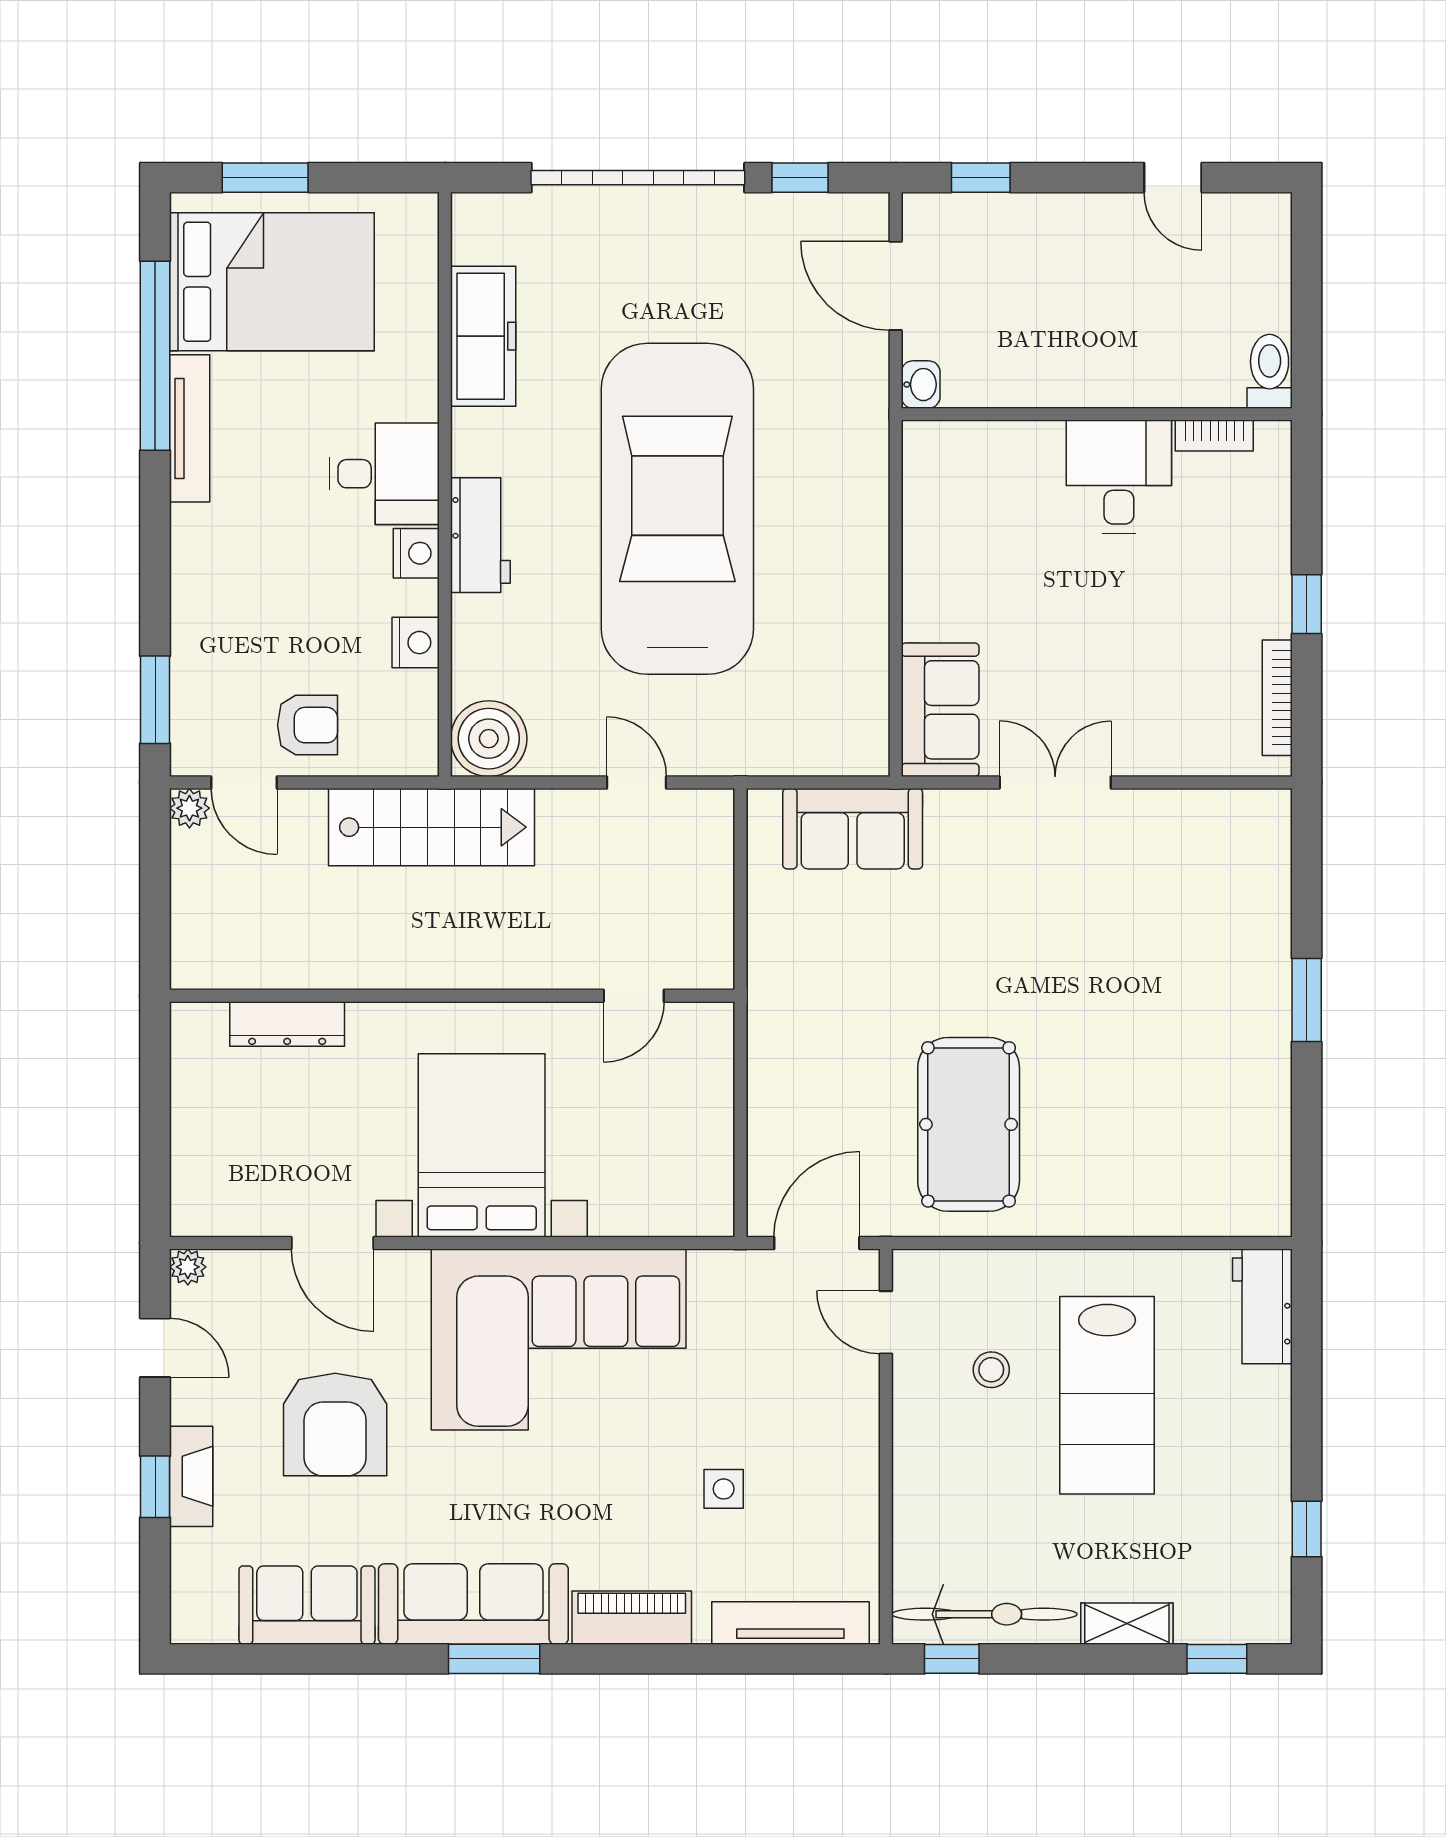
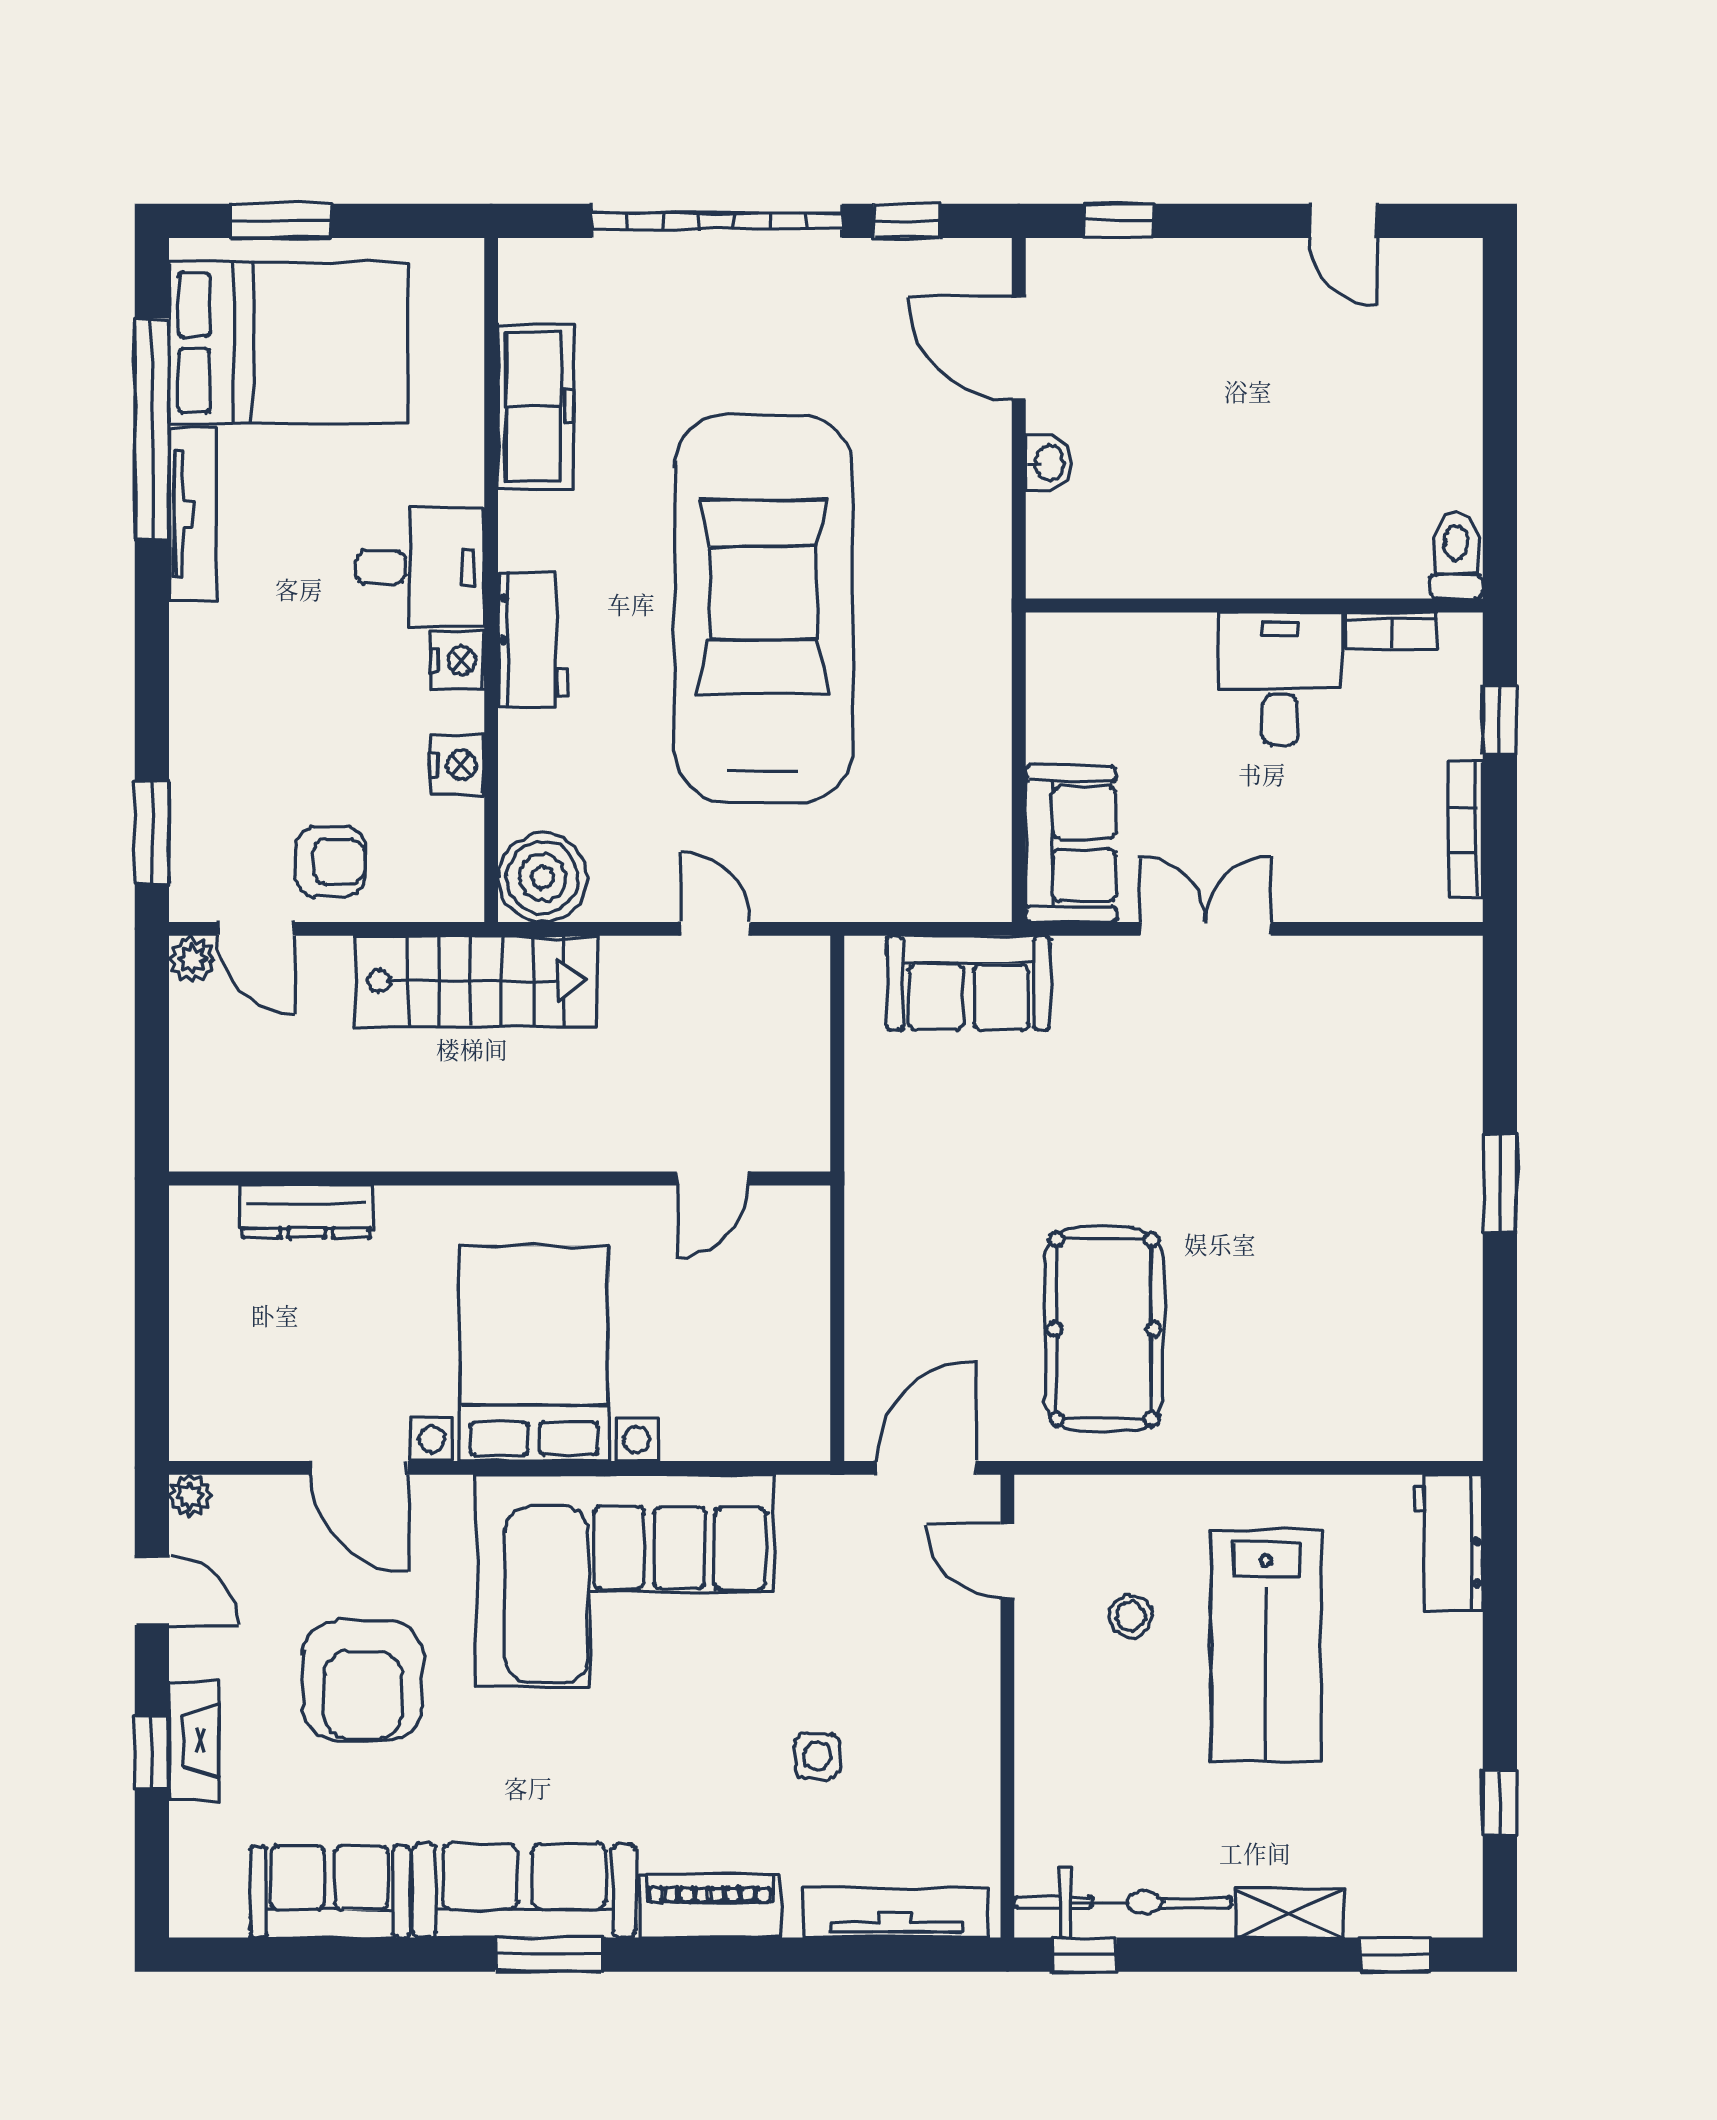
toilet: (1270, 371) -> (1456, 555), moved
wall: (1097, 414) -> (1254, 605), moved
bookcase: (1214, 436) -> (1392, 630), moved
desk: (1119, 477) -> (1280, 679), moved

